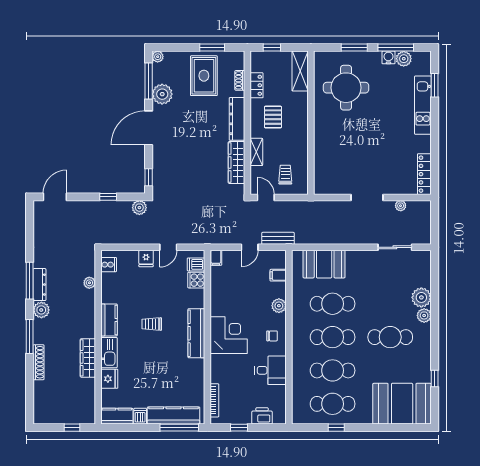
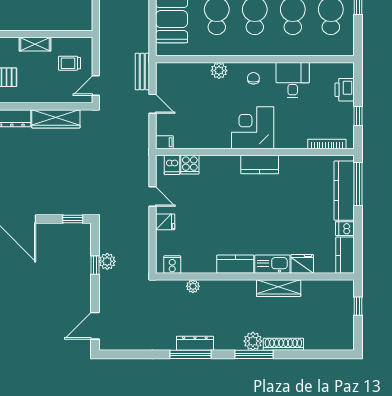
shelving: (256, 152) -> (35, 44), moved
door: (55, 197) -> (95, 326), hinge flipped
plant: (139, 208) -> (107, 261), moved
filing cabinet: (278, 275) -> (184, 71), removed
plant: (41, 310) -> (253, 341), moved
trolley: (152, 324) -> (240, 215), removed
kitchen counter: (196, 333) -> (260, 165), width x0.67

